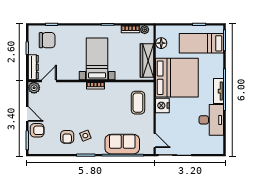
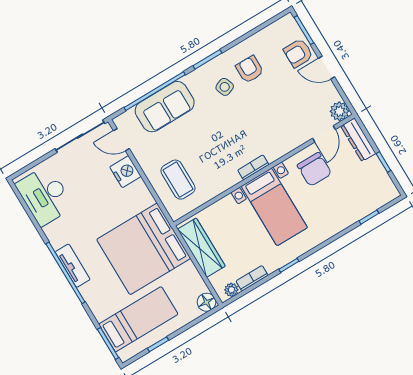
chair: (47, 40) -> (314, 169), moved, turned -90
floor lamp: (161, 43) -> (206, 302), moved
nightstand: (162, 106) -> (125, 172), moved
desk: (211, 120) -> (45, 196), moved

